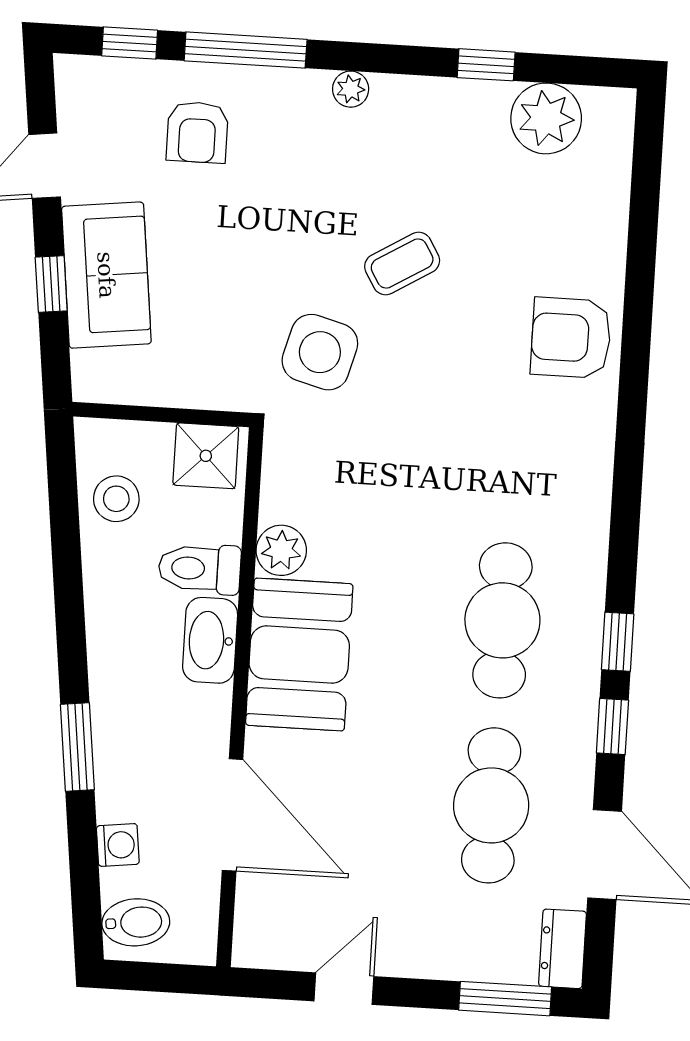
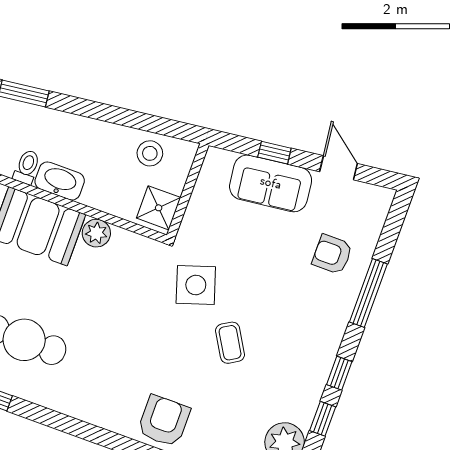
window: (130, 43) -> (339, 373), moved
plant: (351, 89) -> (331, 343), removed
side table: (320, 352) -> (196, 285), turned -33
toilet: (200, 569) -> (27, 167), moved, width x0.73, depth x0.72

